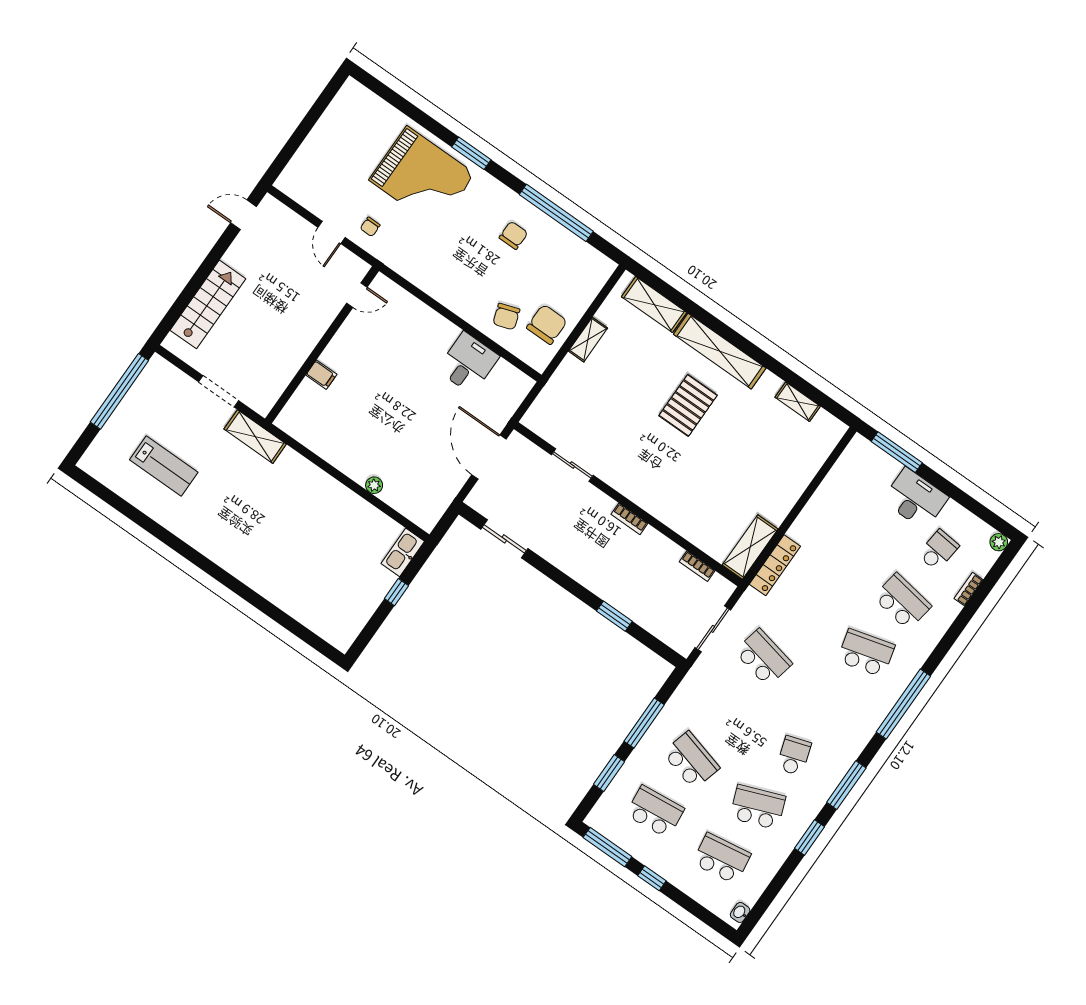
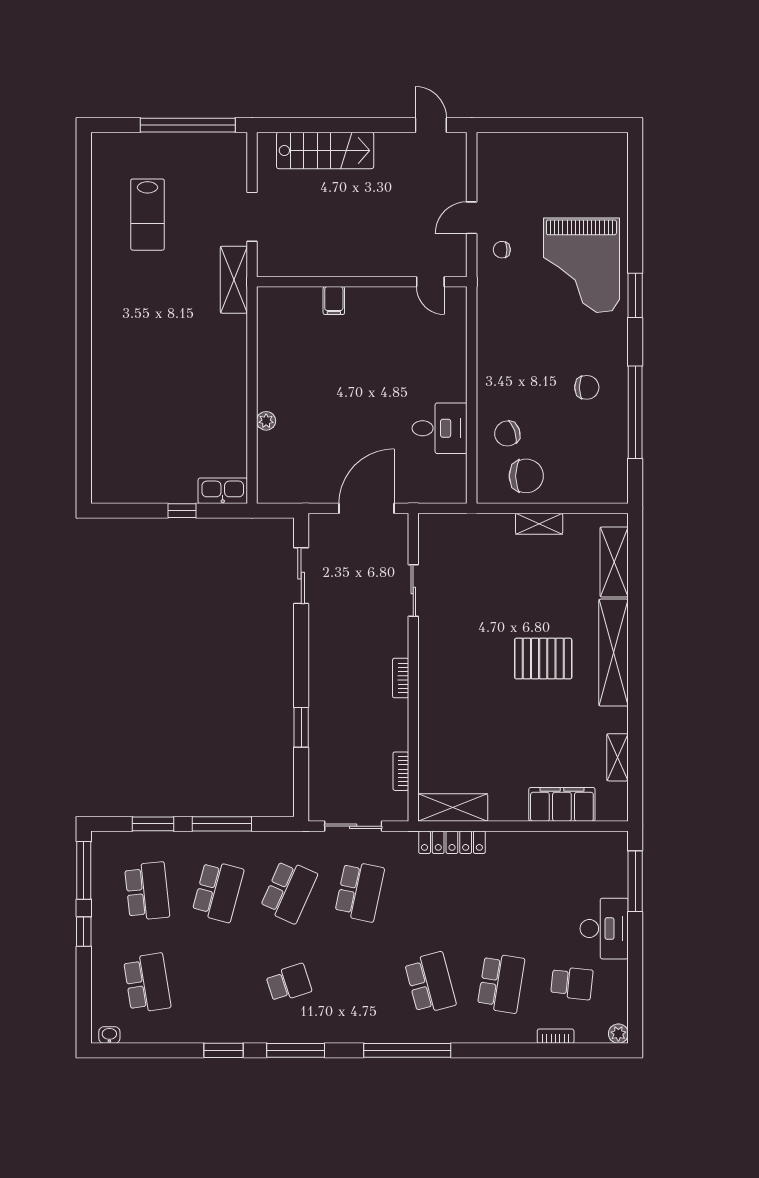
filing cabinet: (804, 466) -> (562, 804), added
school desk: (758, 807) -> (289, 891), moved, turned 45

